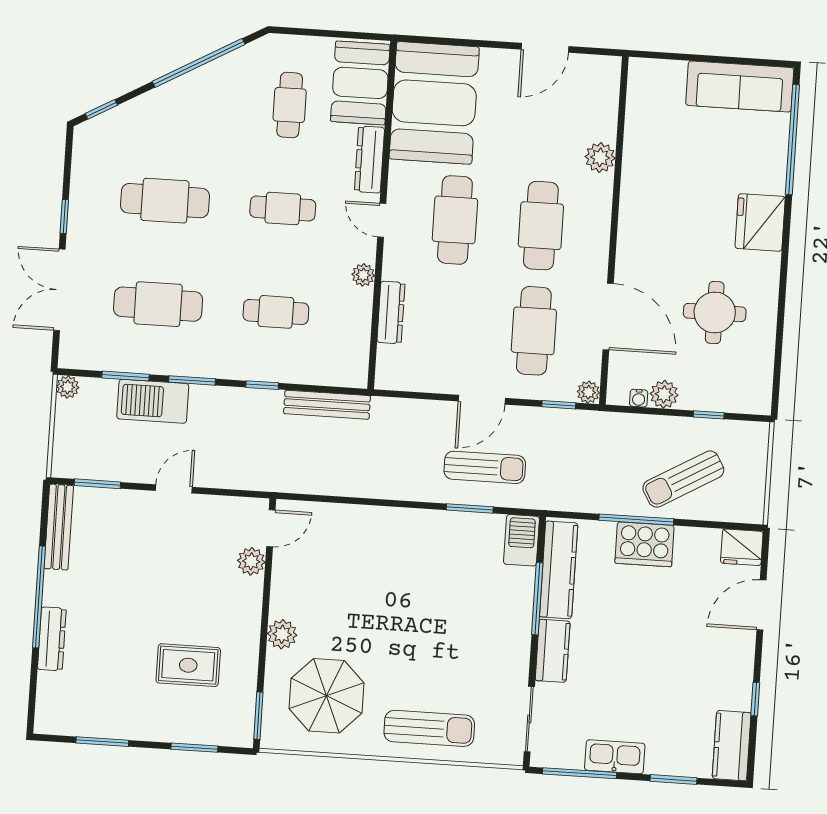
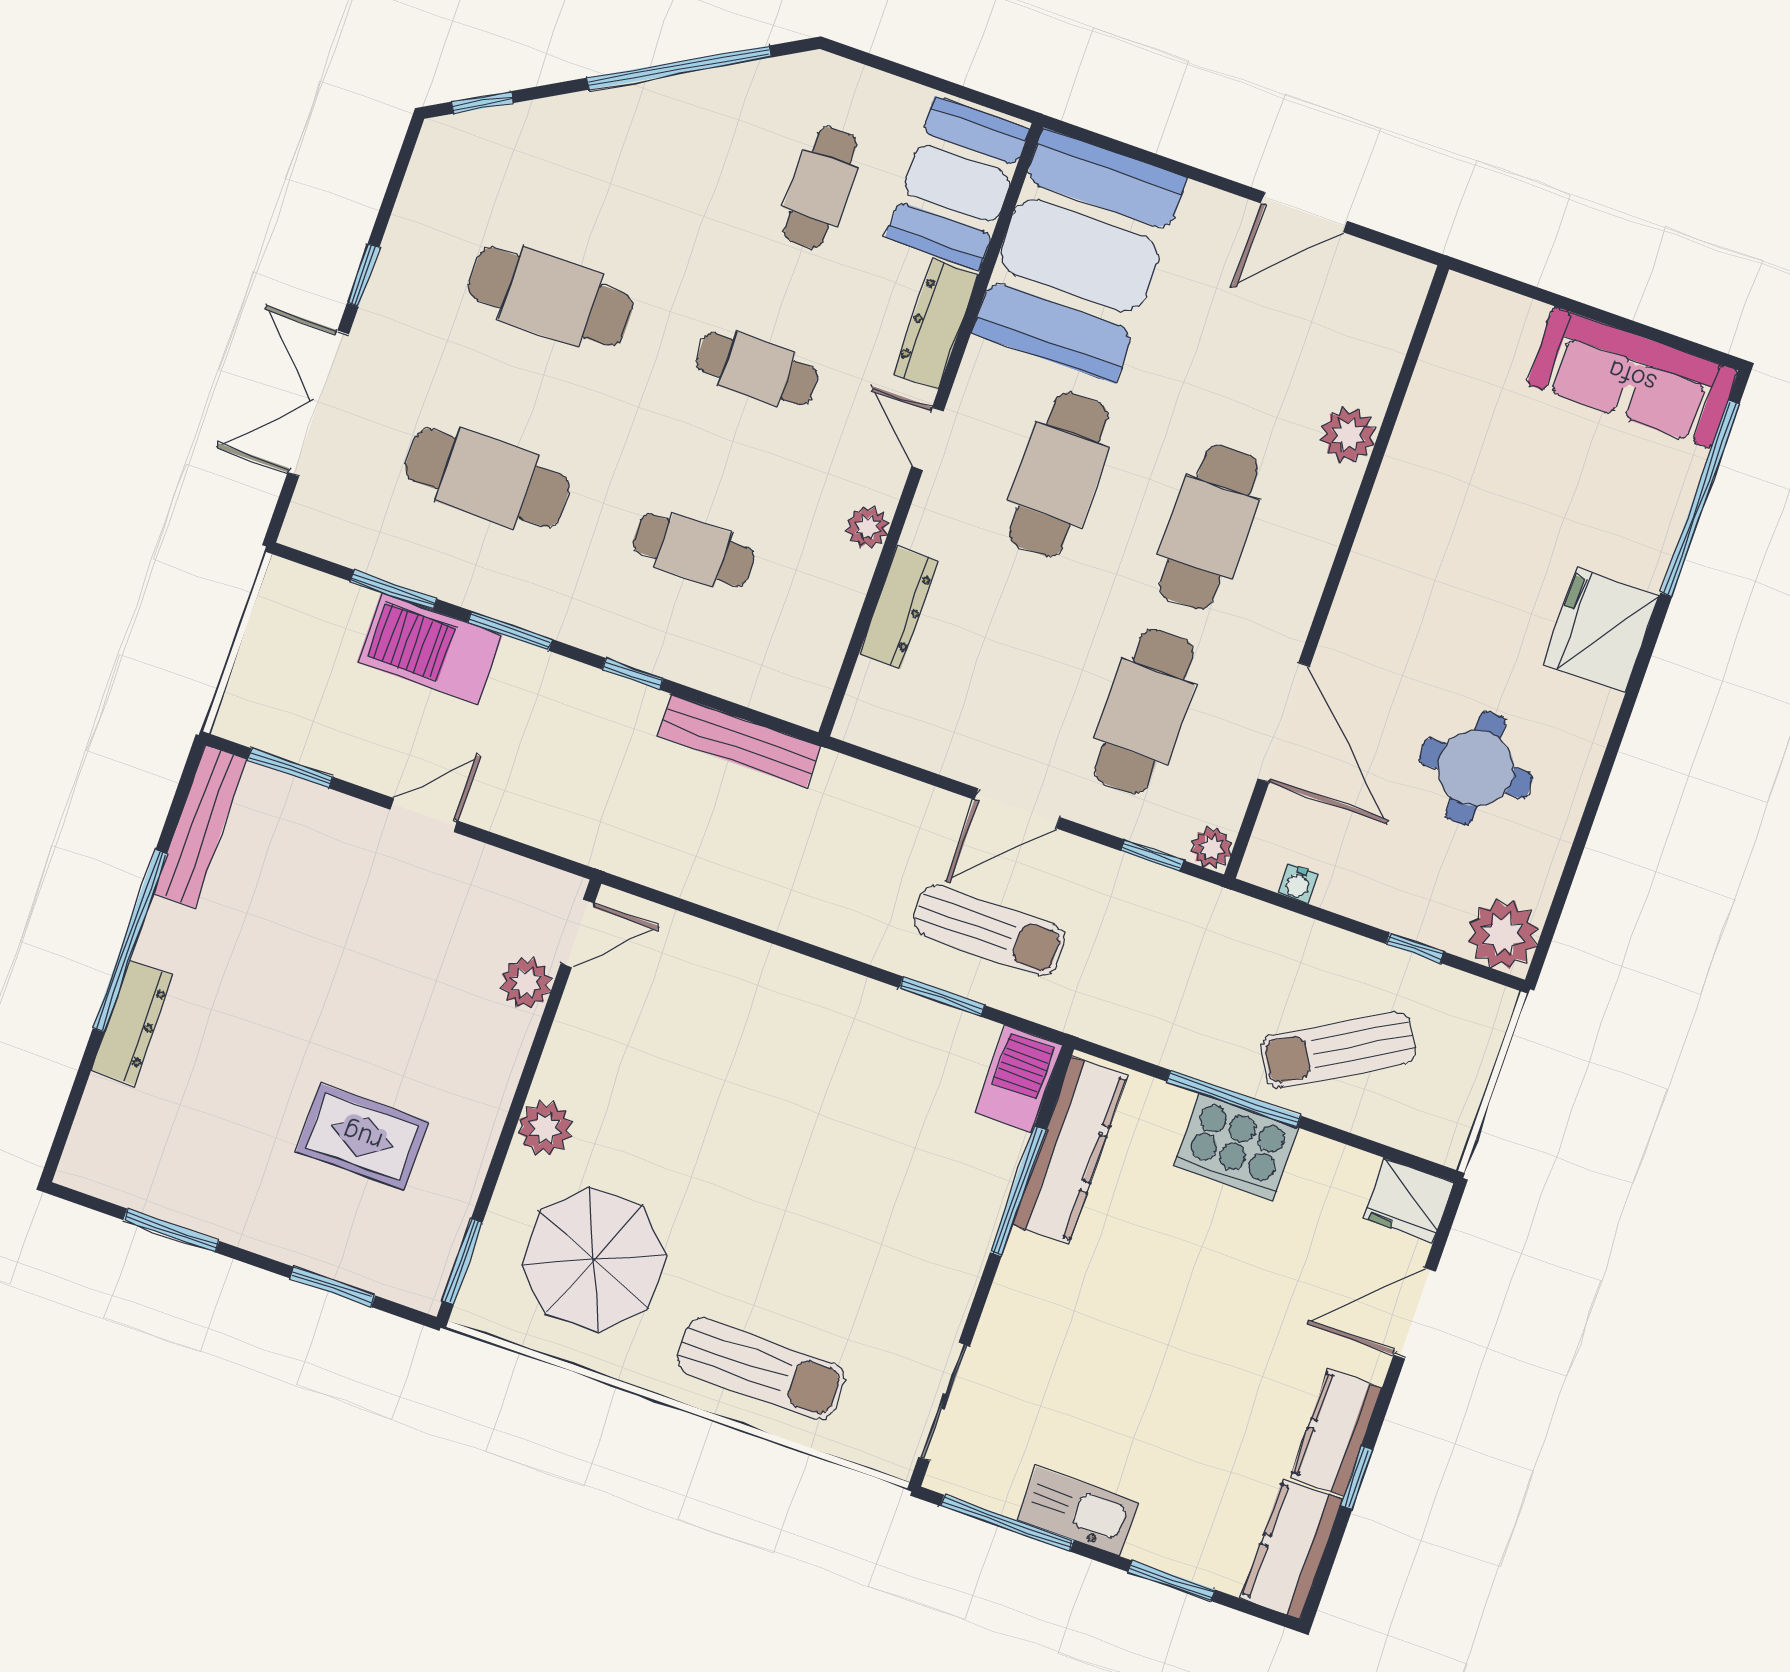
plant: (68, 387) -> (285, 581), removed
plant: (664, 394) -> (1503, 934), moved, width x1.36, depth x1.36
kitchen counter: (553, 651) -> (1336, 1432), moved, turned 180

